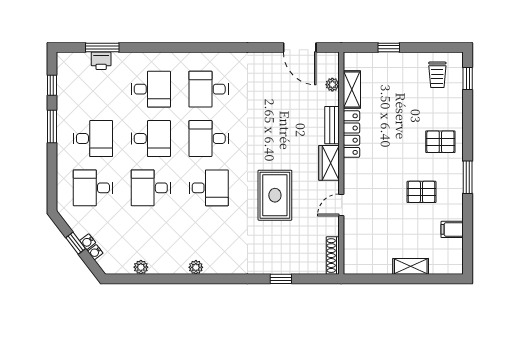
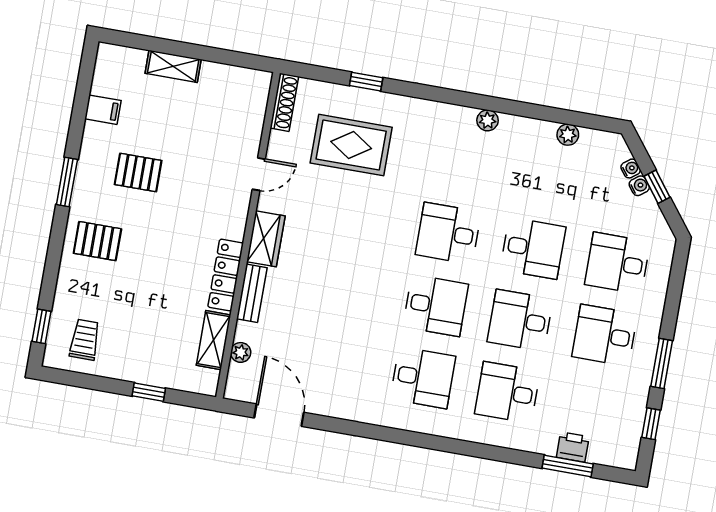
desk: (93, 188) -> (617, 263), turned 180
rug: (275, 195) -> (351, 145), moved, turned 90

